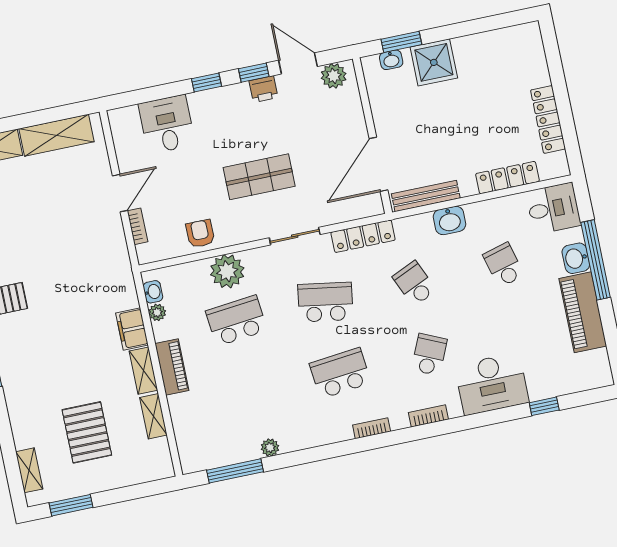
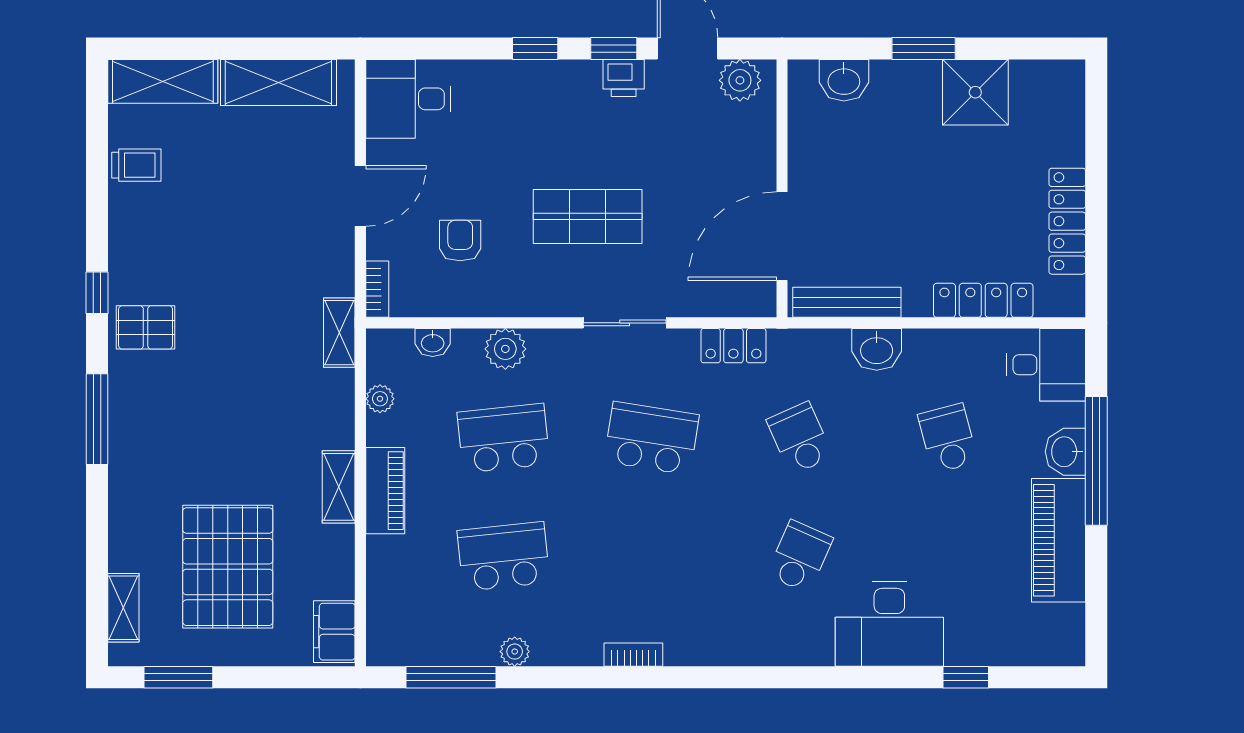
window: (401, 42) -> (924, 49), moved
washbasin: (391, 60) -> (844, 80), width x1.38, depth x1.45
shower: (434, 62) -> (975, 92), moved
desk: (167, 124) -> (408, 99), moved, turned -90
bookcase: (137, 226) -> (377, 289), moved
armchair: (200, 234) -> (460, 241), moved
locker: (363, 236) -> (733, 346), width x0.66
plant: (227, 271) -> (505, 349), width x0.73, depth x0.73
washbasin: (153, 292) -> (433, 342), moved, turned 90
filing cabinet: (132, 329) -> (334, 632), moved
school desk: (340, 373) -> (503, 556), moved
shelving: (153, 416) -> (339, 333), moved
bookcase: (428, 416) -> (778, 654), removed
bookcase: (372, 428) -> (633, 655), moved
pallet: (87, 432) -> (228, 567), width x1.37, depth x1.41

